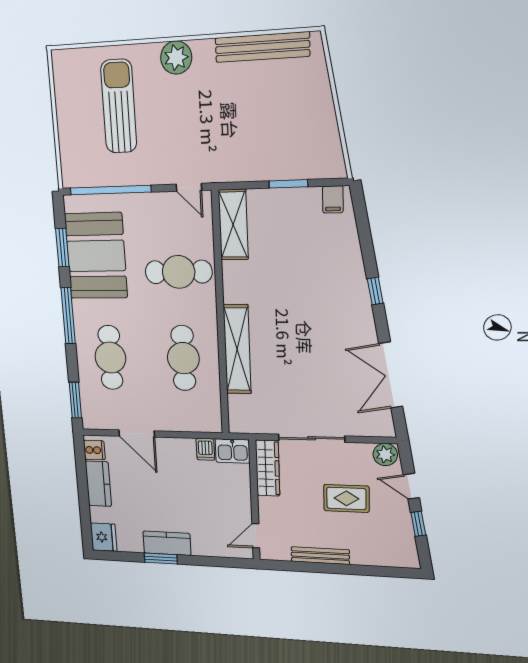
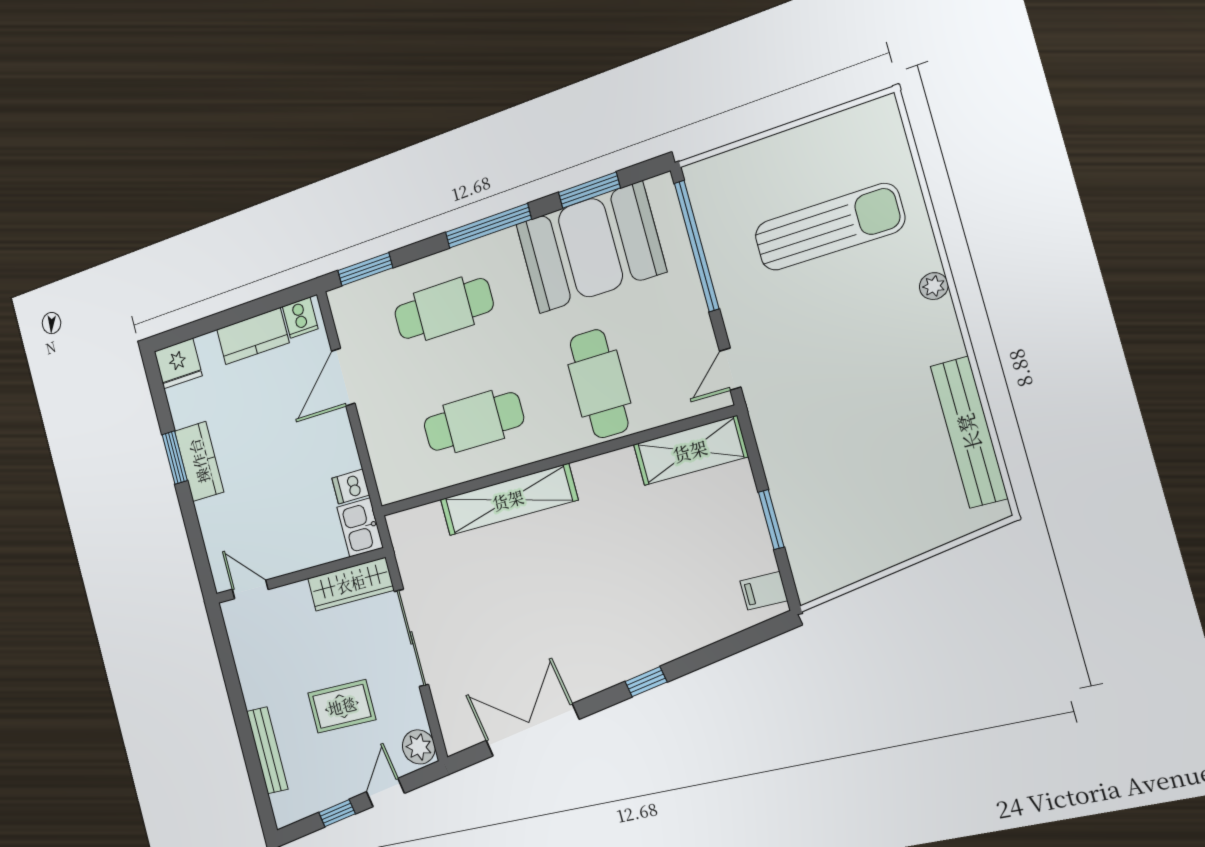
plant: (176, 58) -> (934, 286), width x0.53, depth x0.53
rug: (346, 498) -> (342, 706), turned 90
bench: (320, 556) -> (267, 750), moved

